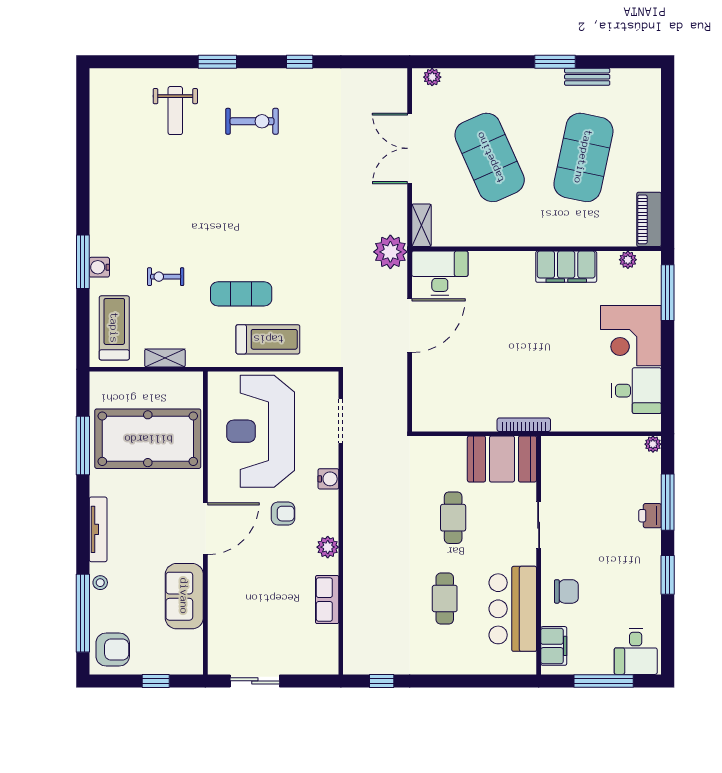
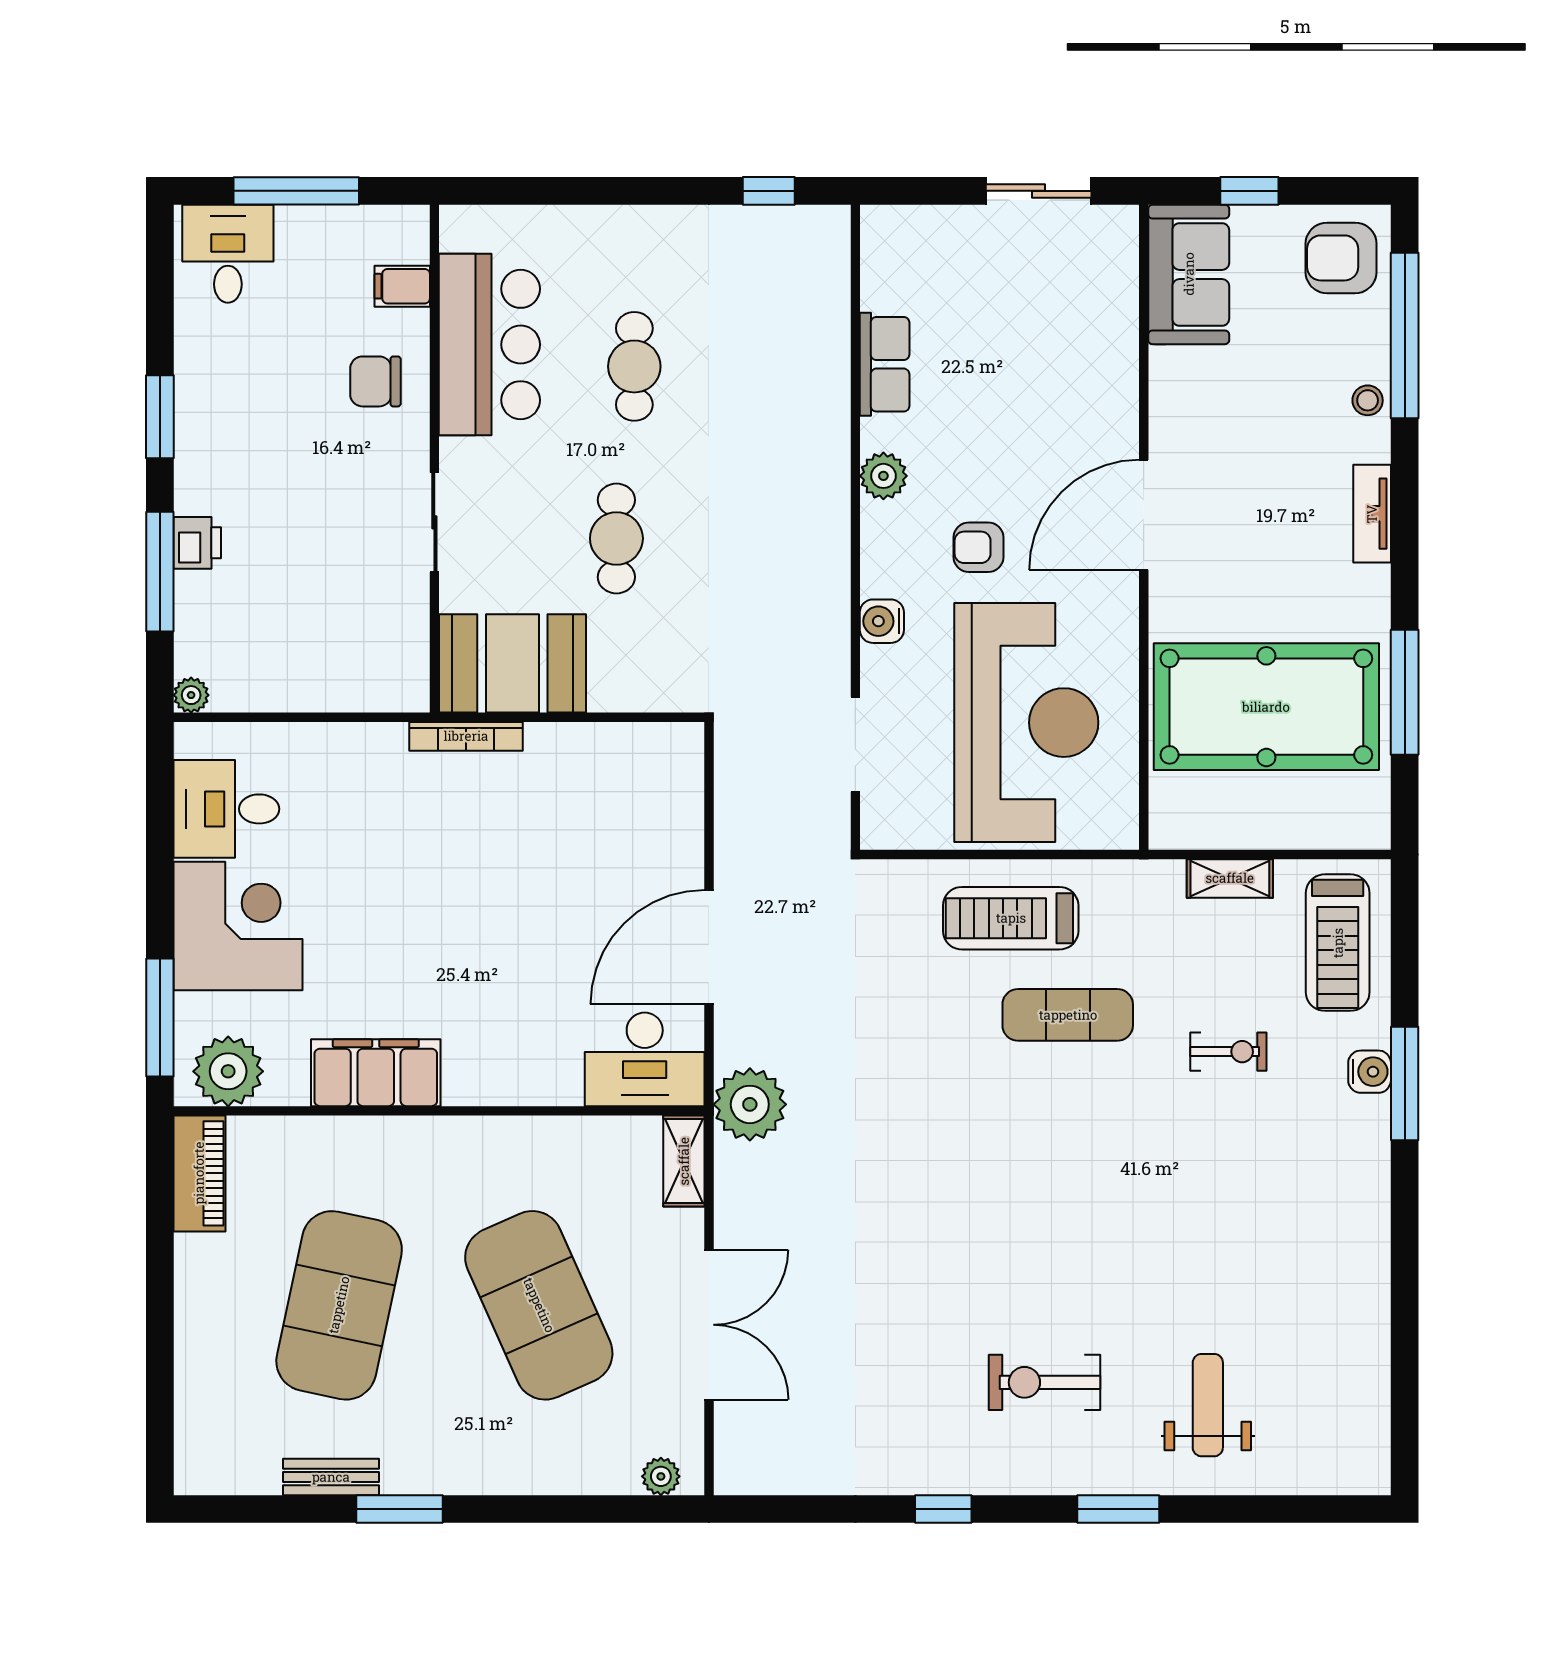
plant: (628, 260) -> (228, 1071), width x1.87, depth x1.87
tv unit: (98, 529) -> (1372, 514), width x0.71
sofa: (184, 596) -> (1189, 274), moved
filing cabinet: (554, 646) -> (402, 286), width x0.50

